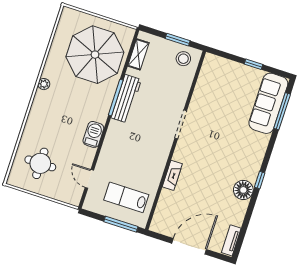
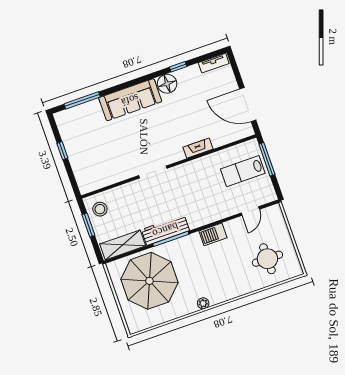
shelving: (138, 54) -> (123, 245), width x1.50, depth x1.33
sofa: (268, 103) -> (130, 100), moved
window: (260, 180) -> (178, 67), moved
lab bench: (126, 197) -> (243, 171), turned 90
door: (189, 246) -> (248, 105), moved

